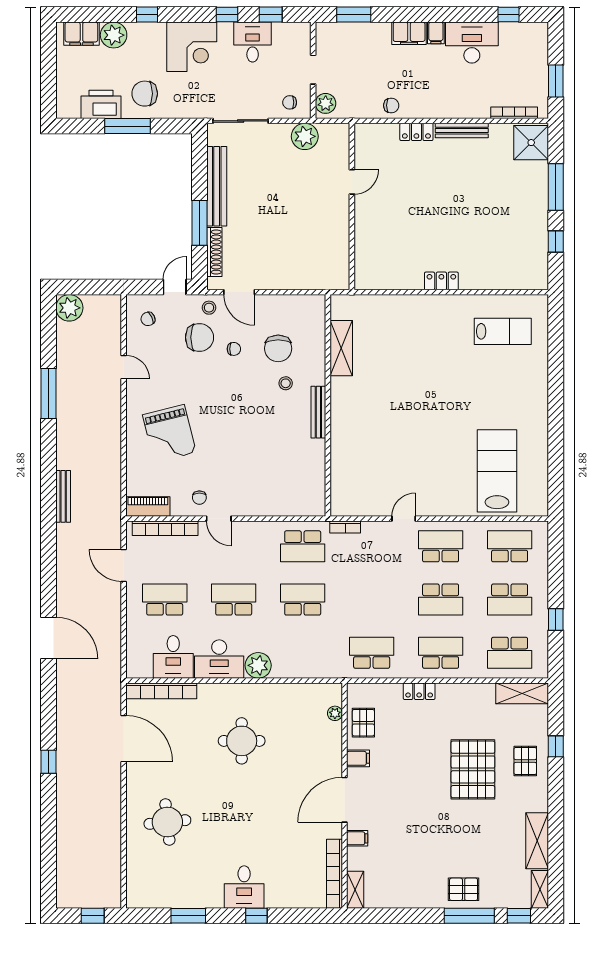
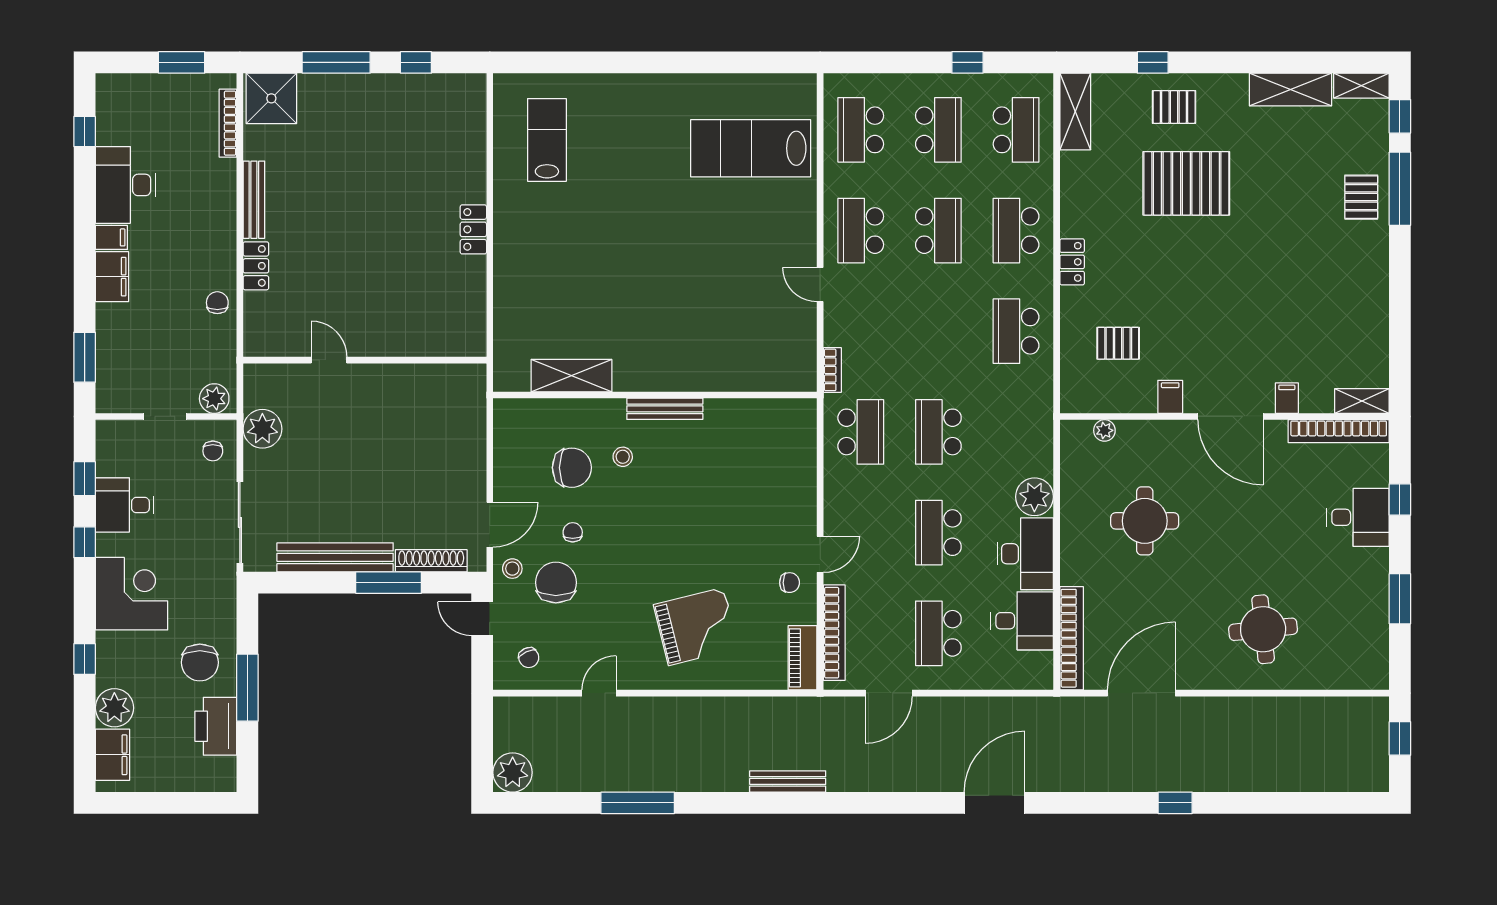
plant: (335, 713) -> (1104, 430), moved
filing cabinet: (358, 758) -> (1170, 397), moved
wall: (344, 796) -> (1225, 416), moved
door: (344, 800) -> (1231, 416), moved
filing cabinet: (357, 838) -> (1287, 398), moved
bookcase: (334, 874) -> (1339, 431), moved
shelving: (355, 890) -> (1362, 401), moved

